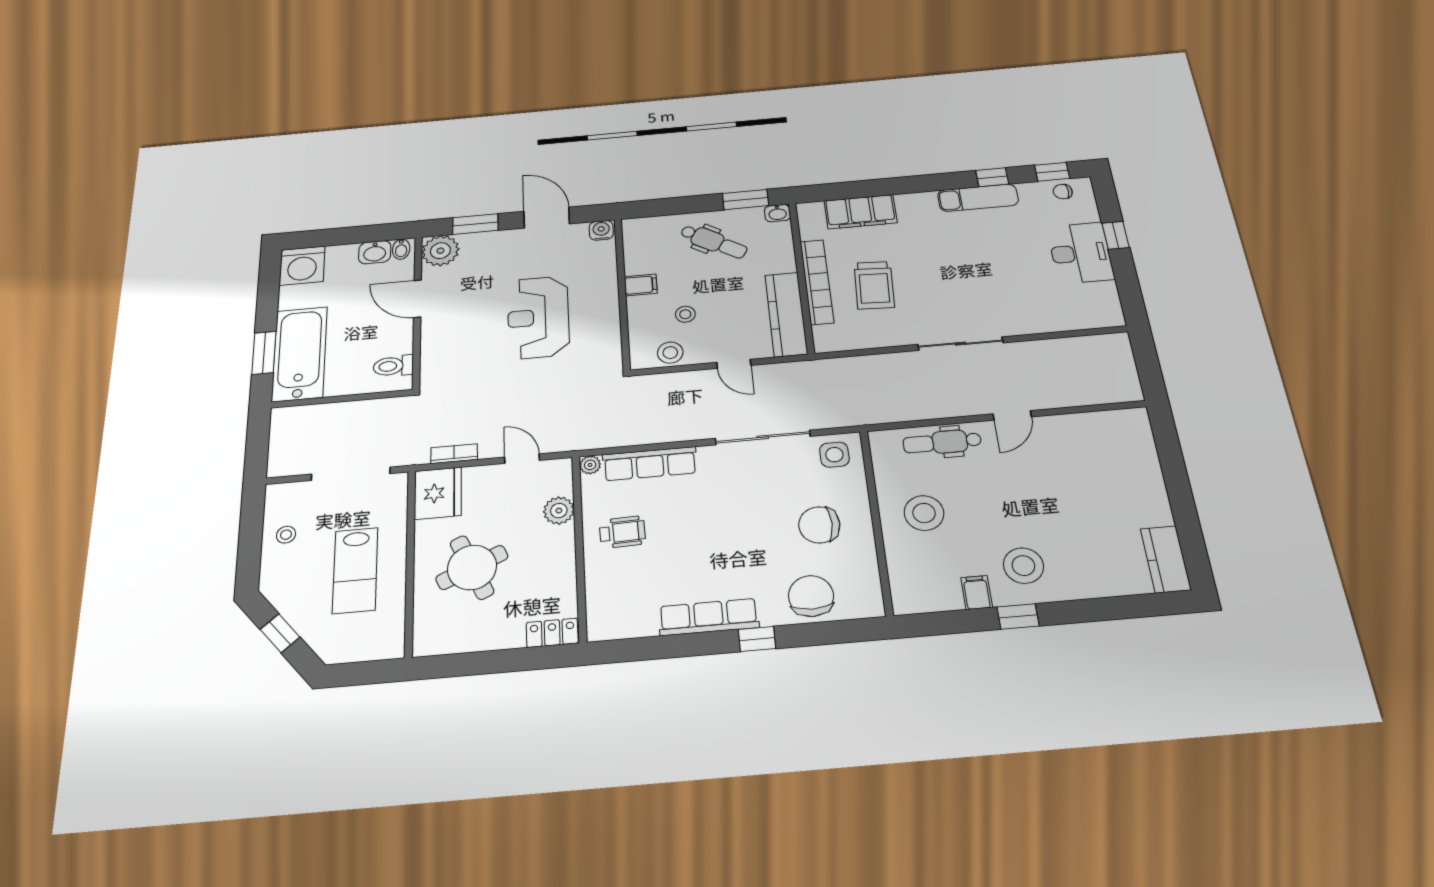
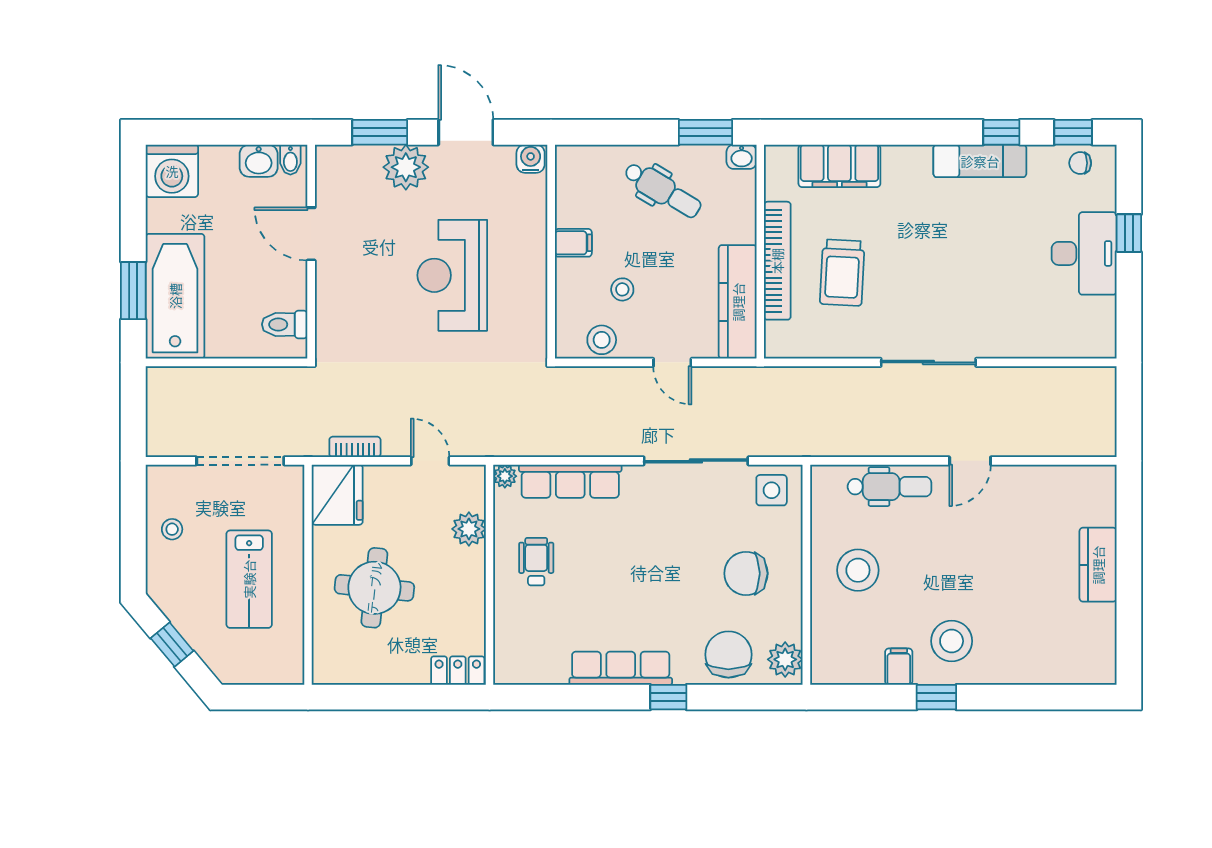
plant: (440, 251) -> (406, 167), moved
dental chair: (942, 442) -> (889, 487), turned 180
wheelchair: (622, 532) -> (536, 562), turned -88
kitchen counter: (1166, 559) -> (1098, 565), moved
round table: (472, 567) -> (374, 588), turned 30
plant: (866, 596) -> (785, 659), added

